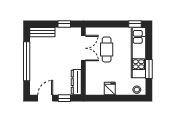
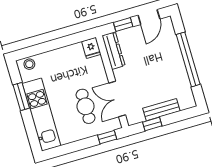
window: (135, 24) -> (107, 137), moved
bench: (42, 32) -> (161, 110), moved
fridge: (110, 88) -> (91, 48), moved

